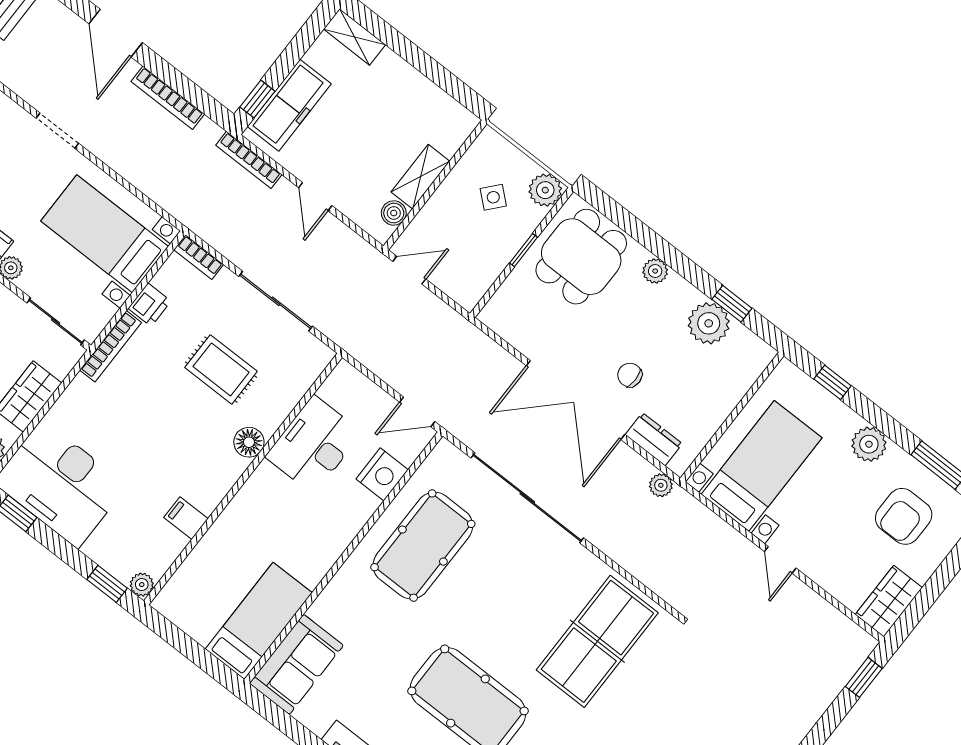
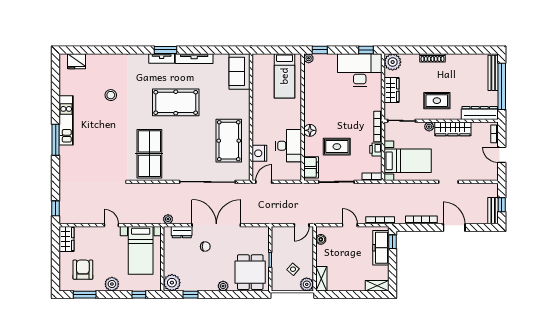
shelving: (420, 177) -> (321, 279), moved
plant: (545, 190) -> (307, 284), moved
plant: (709, 323) -> (172, 283), moved
filing cabinet: (186, 518) -> (311, 167), moved, width x2.00
bed: (259, 621) -> (284, 76), moved

